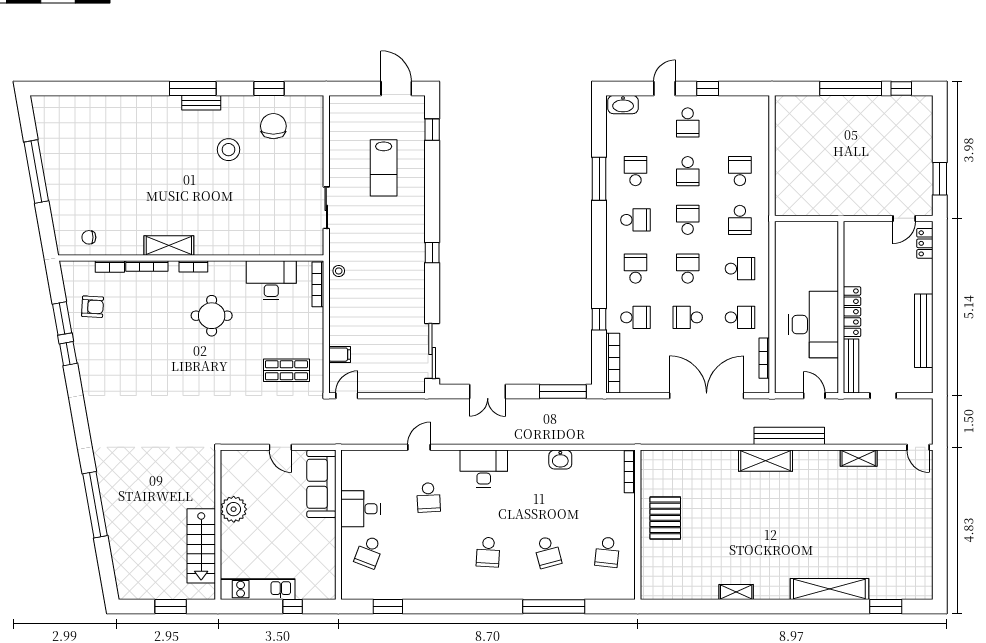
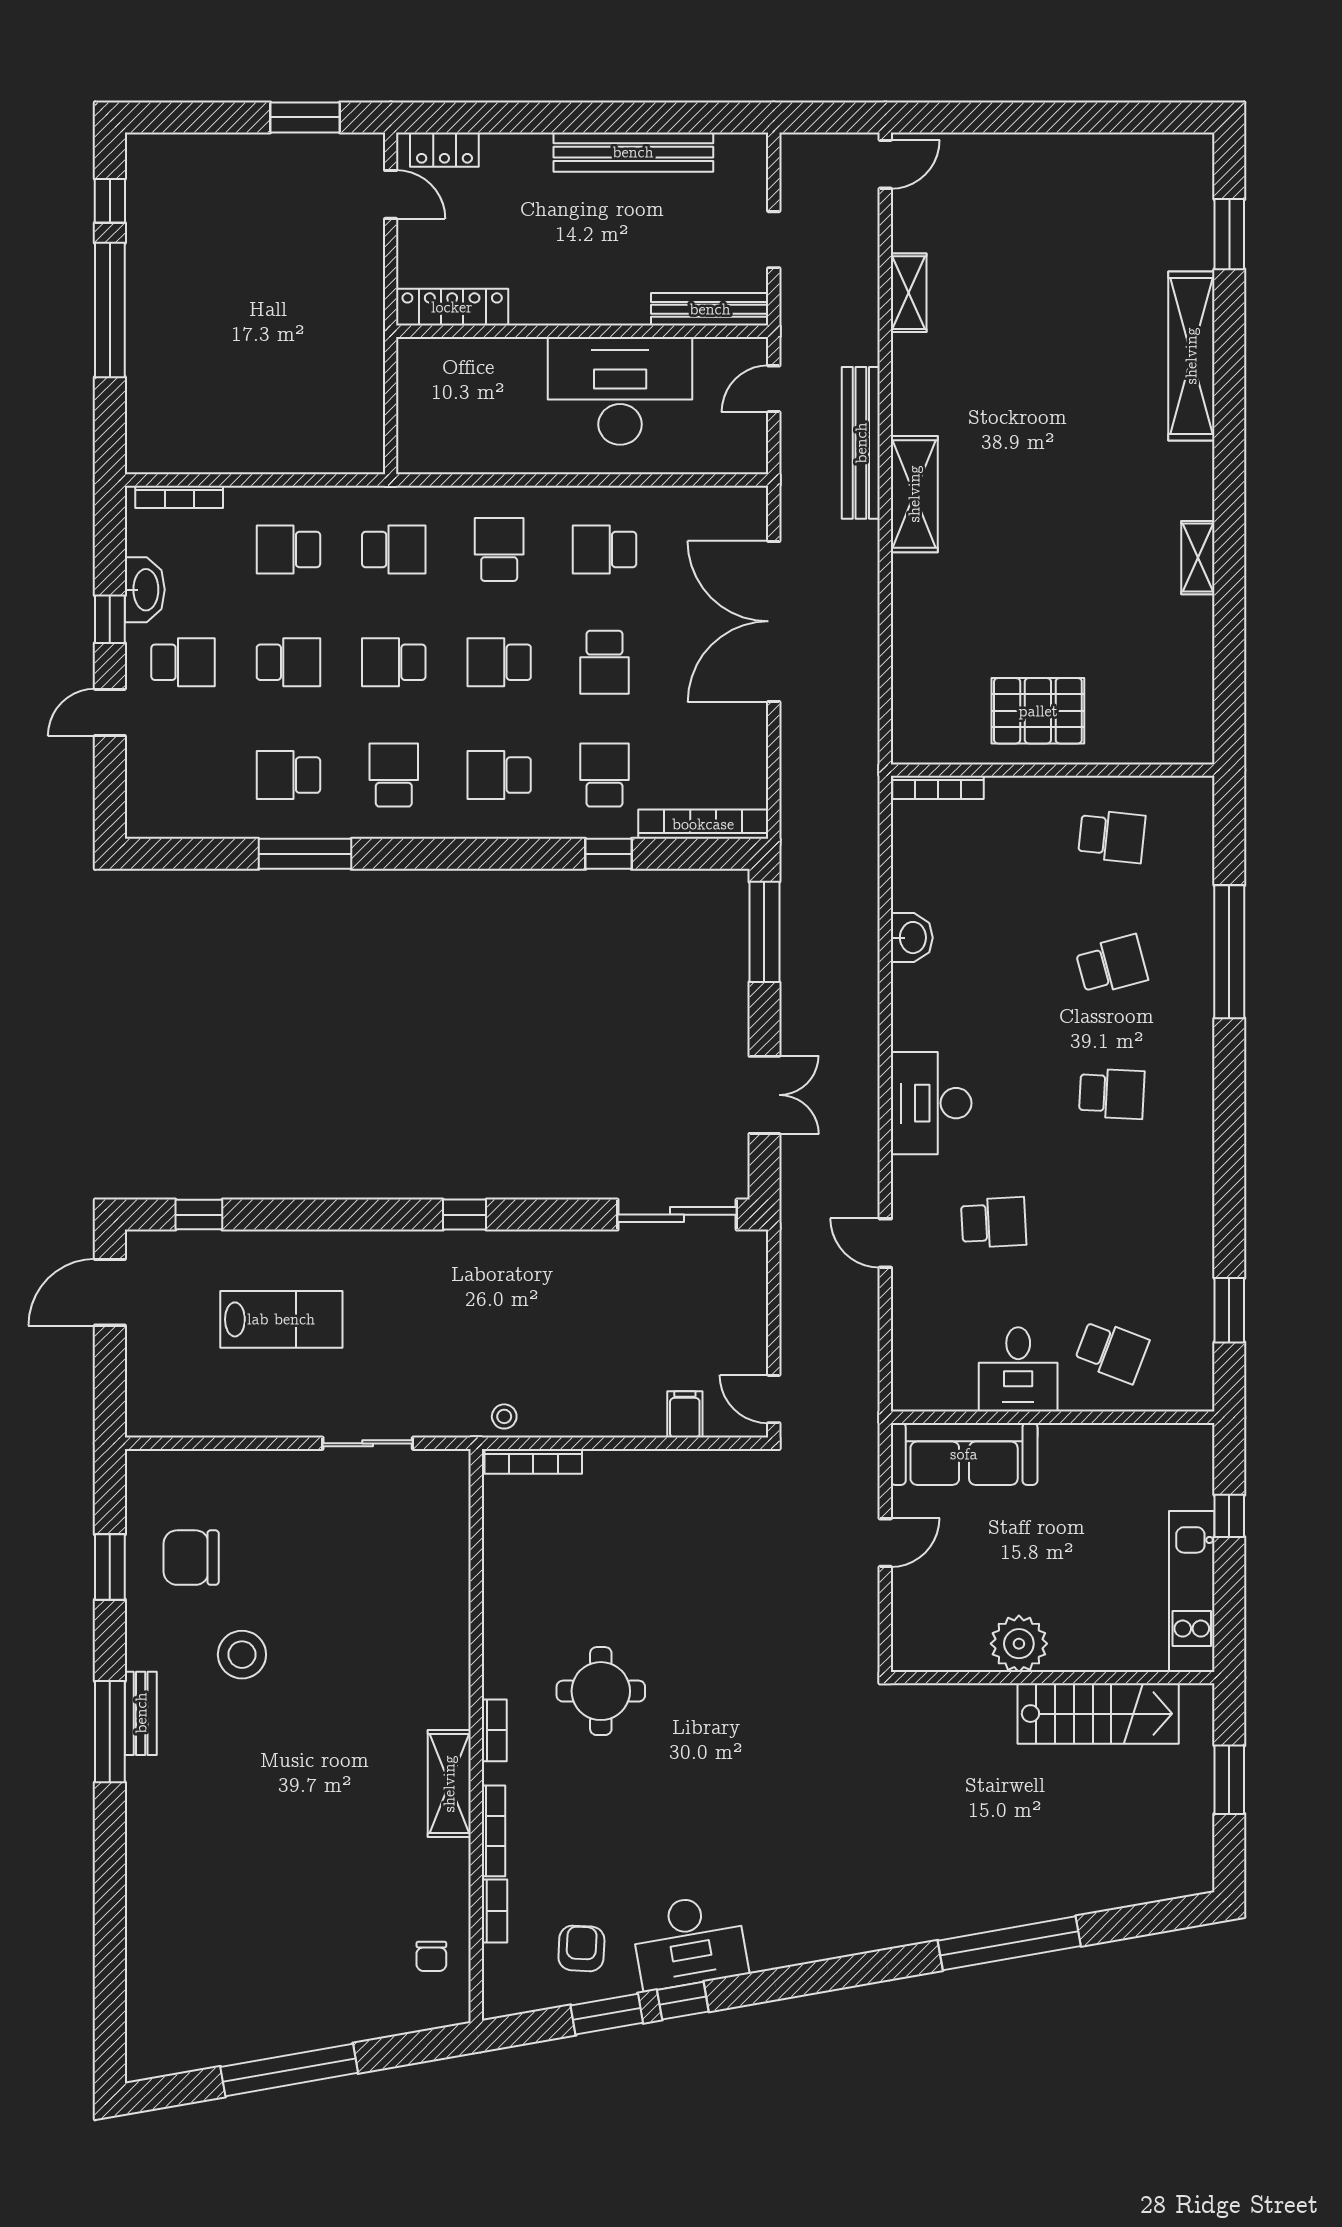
door: (664, 89) -> (110, 712), hinge flipped
washbasin: (623, 105) -> (145, 590), moved
desk: (271, 280) -> (689, 1942), moved, turned -100
locker: (852, 312) -> (452, 307), moved
school desk: (740, 317) -> (604, 549), turned -90
bookcase: (764, 358) -> (179, 497), moved
shop shelf: (286, 370) -> (719, 1529), removed

